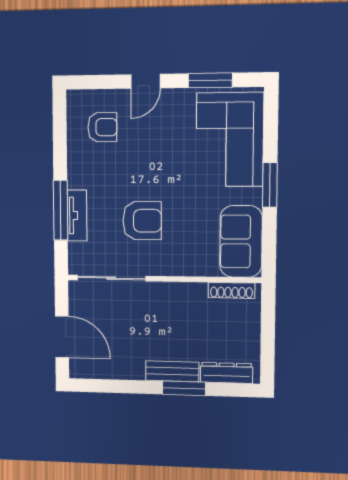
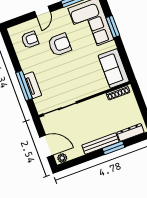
window: (270, 185) -> (113, 27), moved
armchair: (142, 221) -> (60, 45), moved
plant: (83, 370) -> (62, 158), added
bench: (172, 371) -> (100, 144), width x1.36

